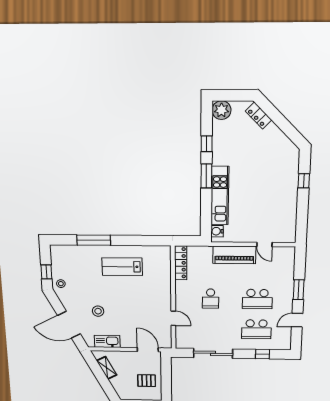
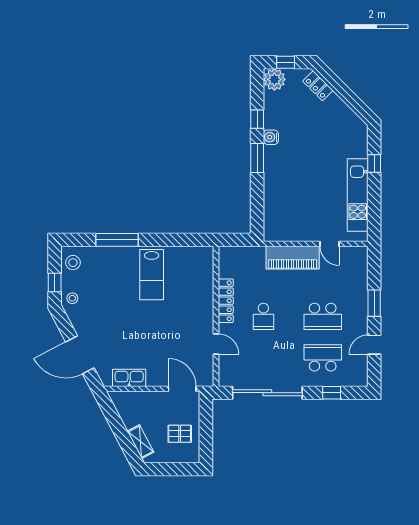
window: (231, 95) -> (286, 62), added
kitchen unit: (220, 196) -> (358, 195), moved, turned 180
water cooler: (217, 231) -> (271, 137), moved
locker: (181, 263) -> (226, 301), moved
lab bench: (122, 267) -> (152, 275), turned -90
stool: (98, 311) -> (73, 263), moved
school desk: (256, 329) -> (323, 358), turned 180
sliding door: (213, 353) -> (267, 393), width x1.36
shelving: (107, 368) -> (141, 442), moved

